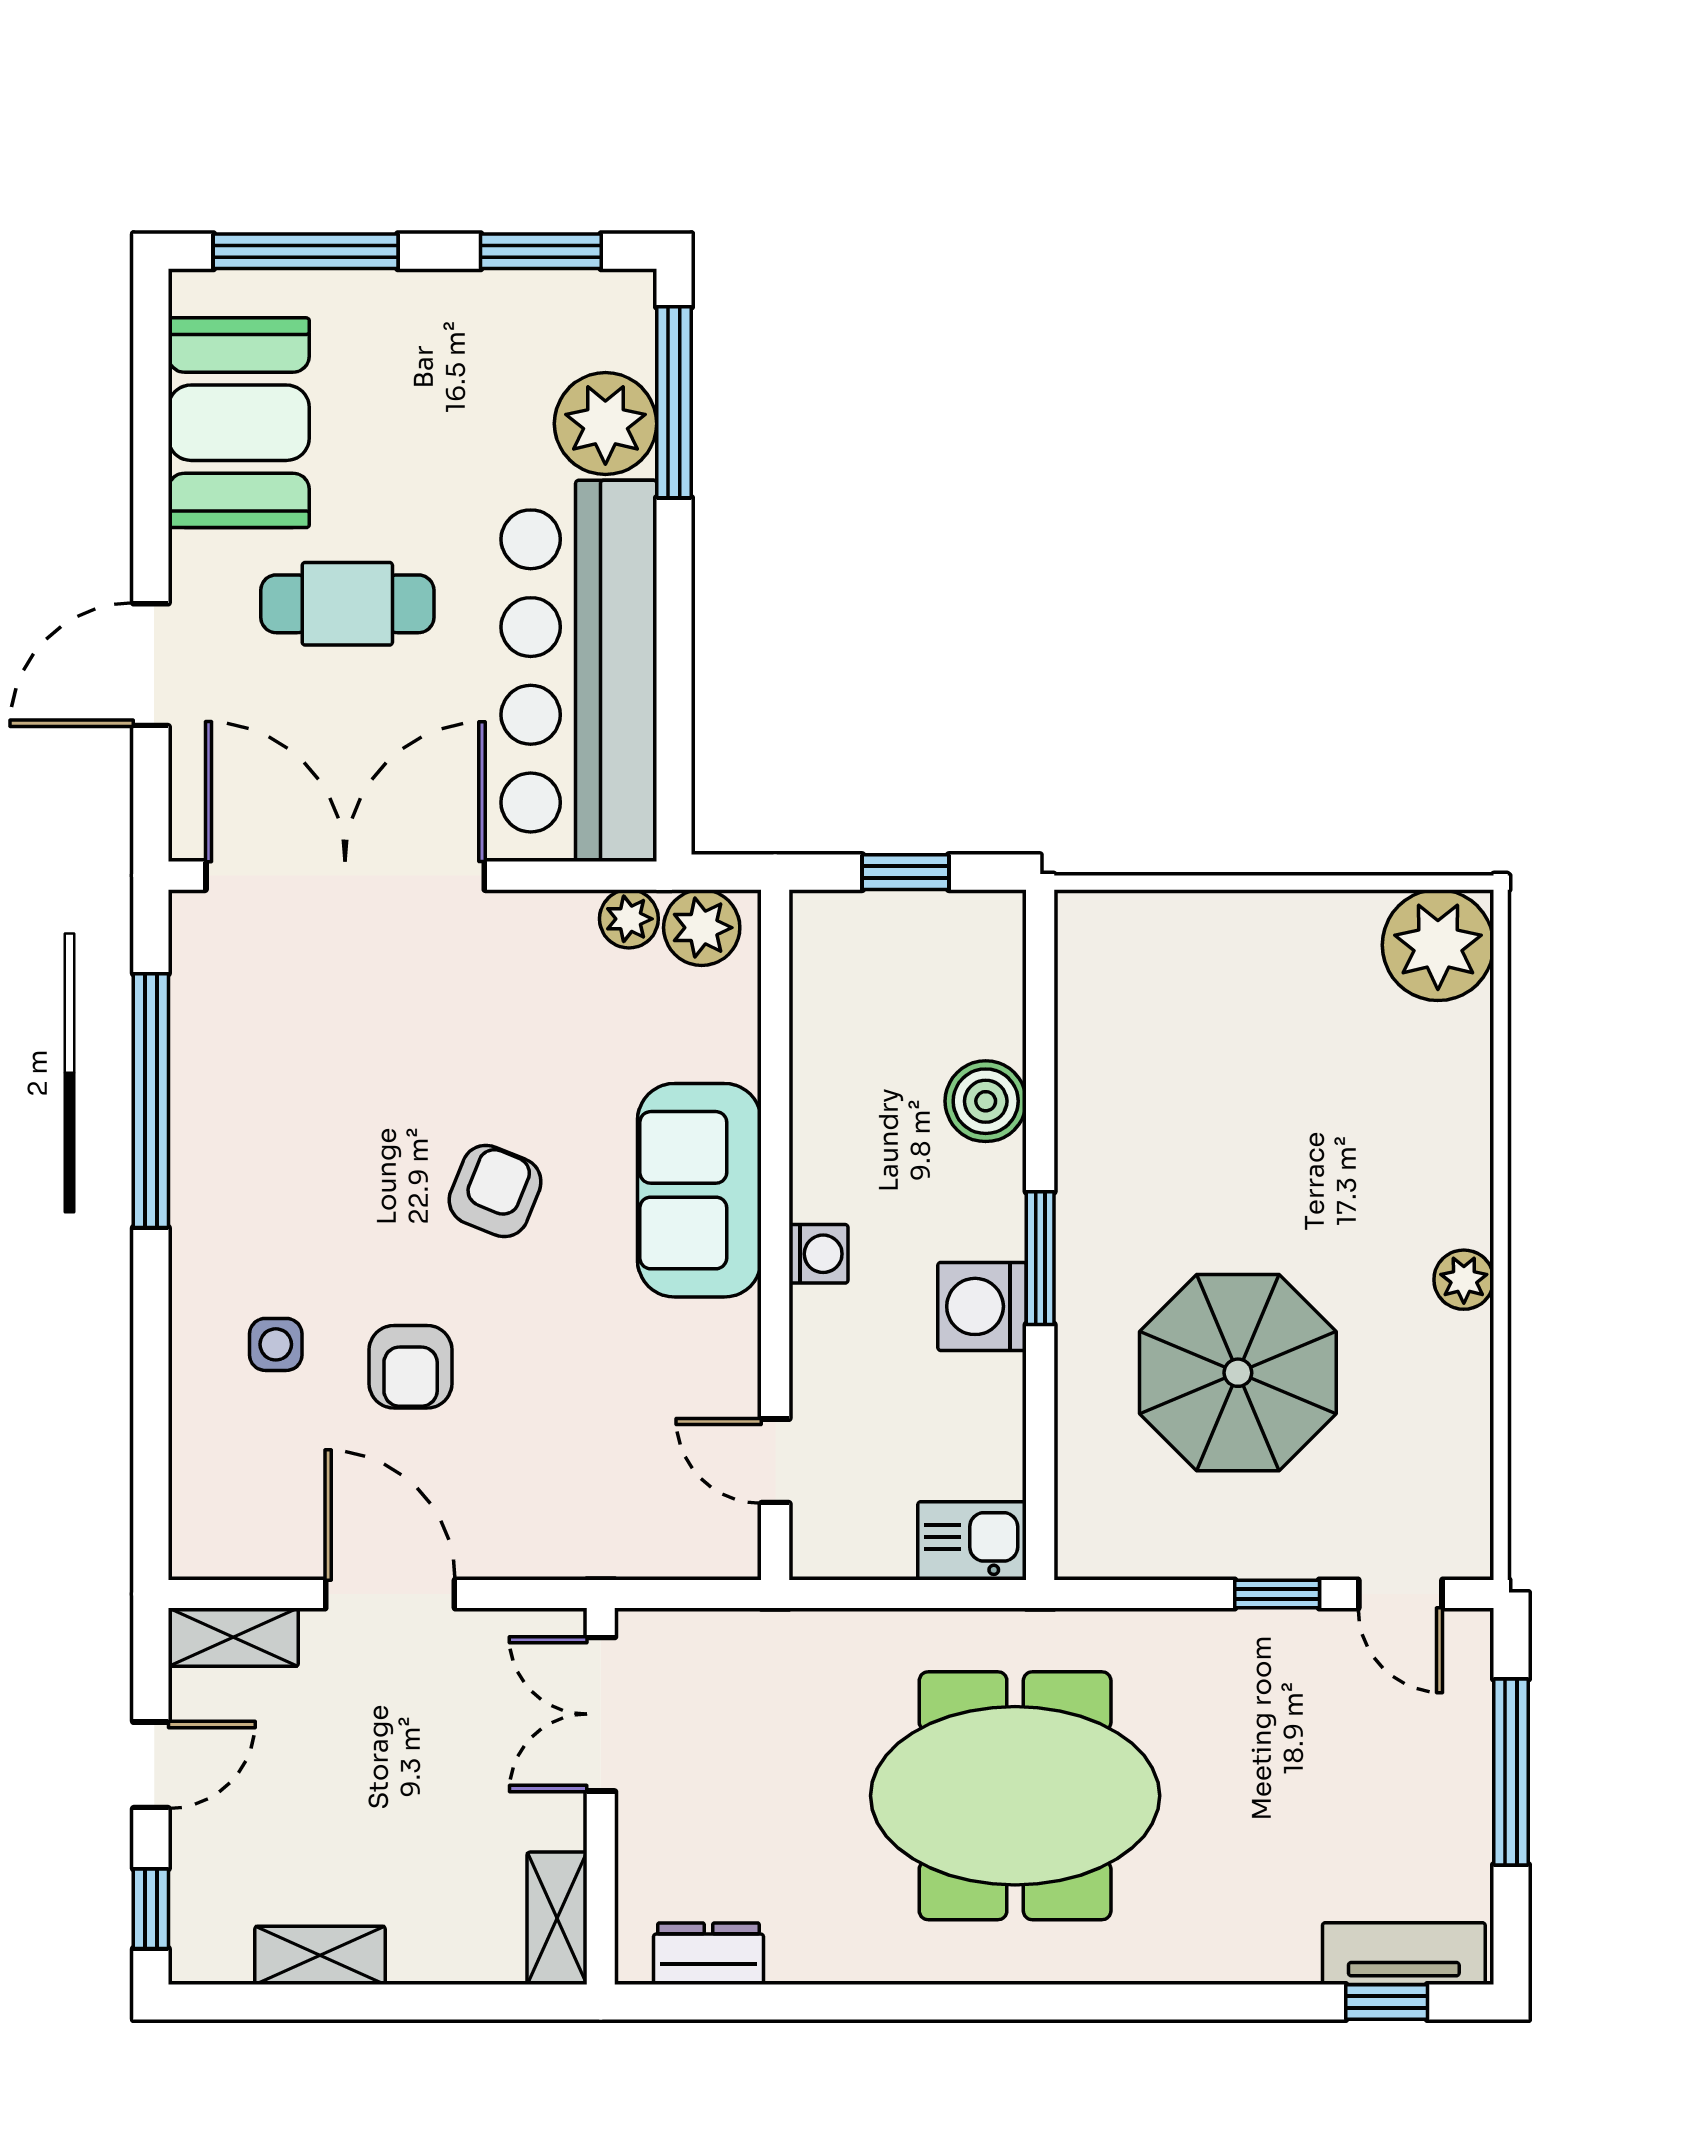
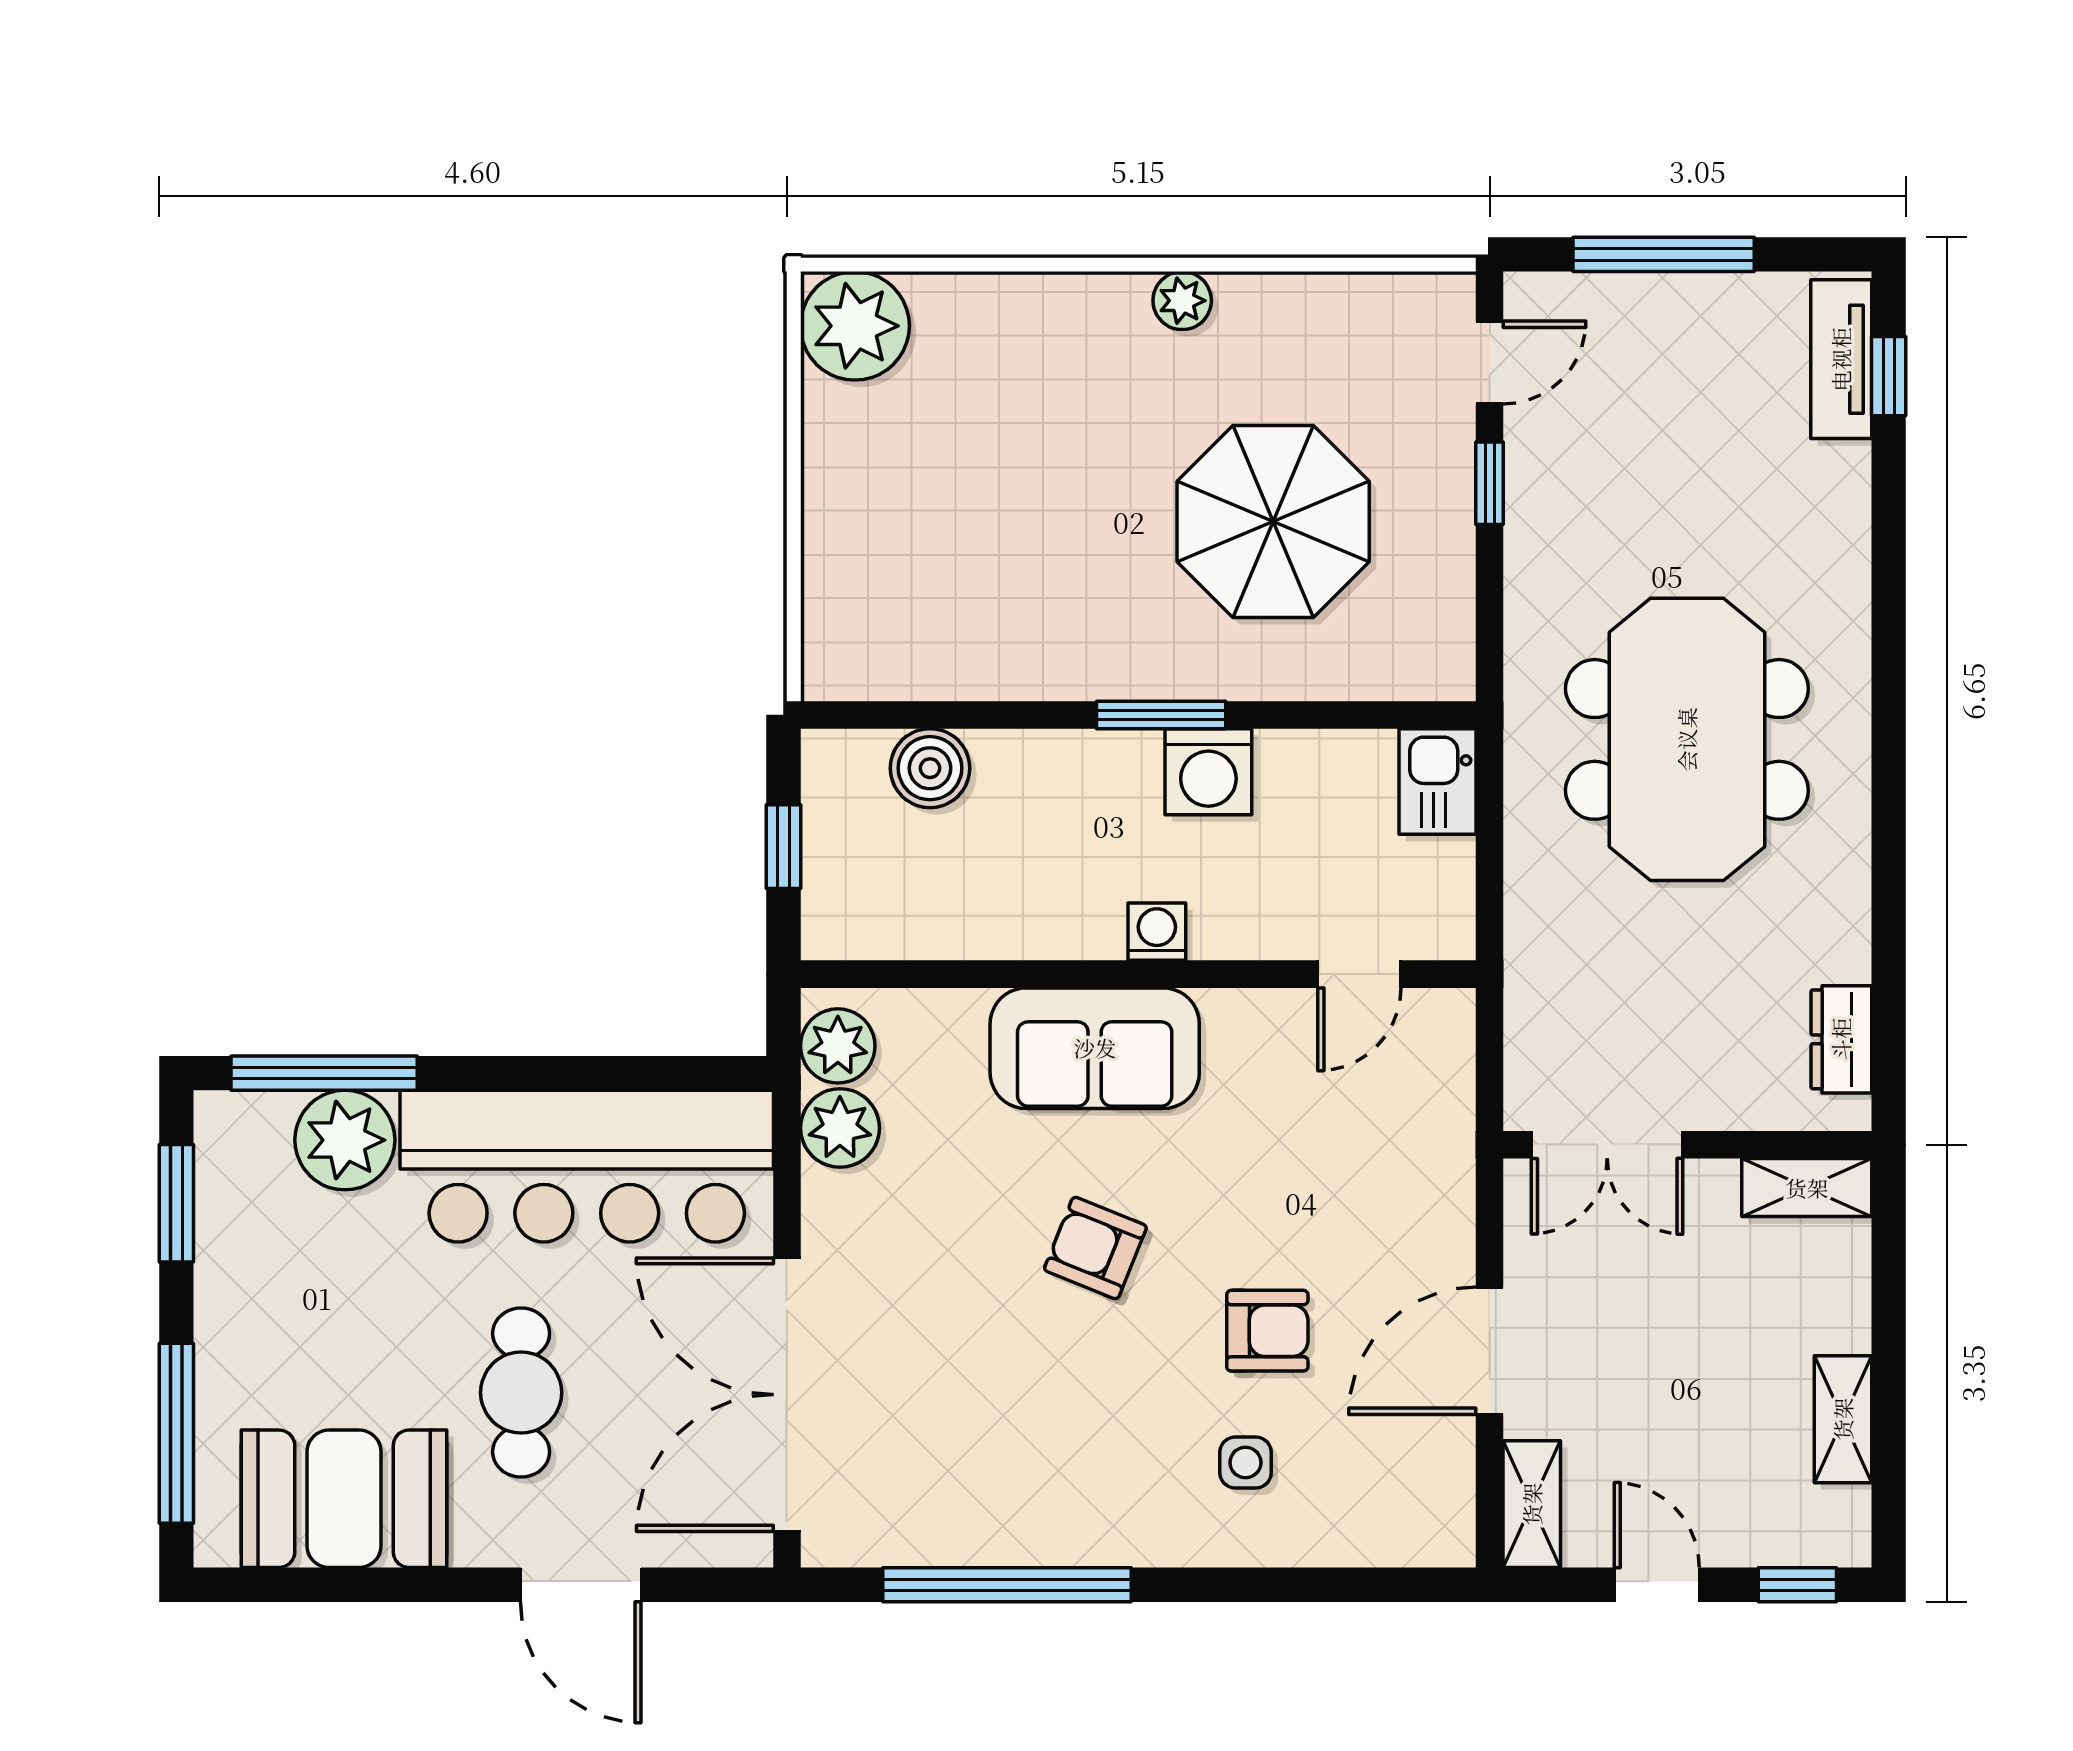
plant: (629, 919) -> (840, 1128), width x1.38, depth x1.38
boiler: (986, 1101) -> (930, 768), moved

